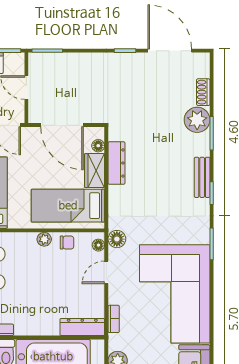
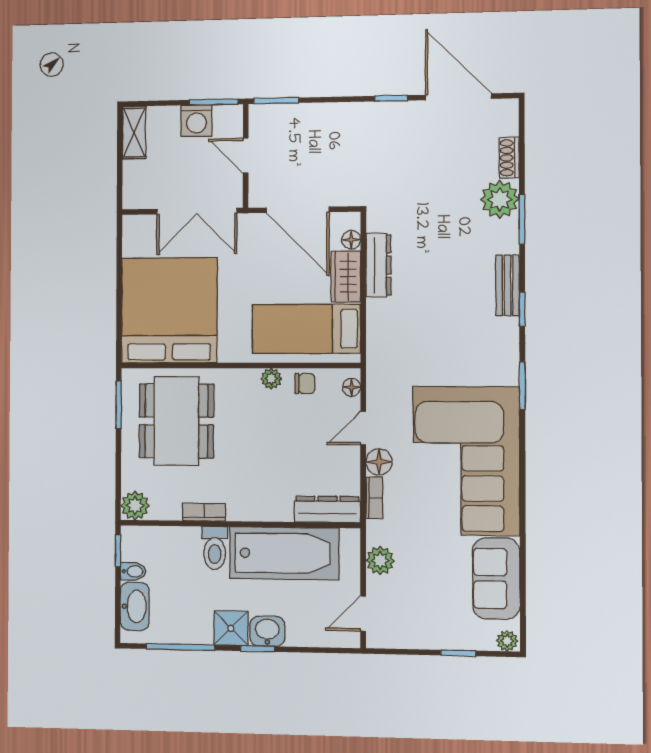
floor lamp: (117, 239) -> (379, 462), moved

